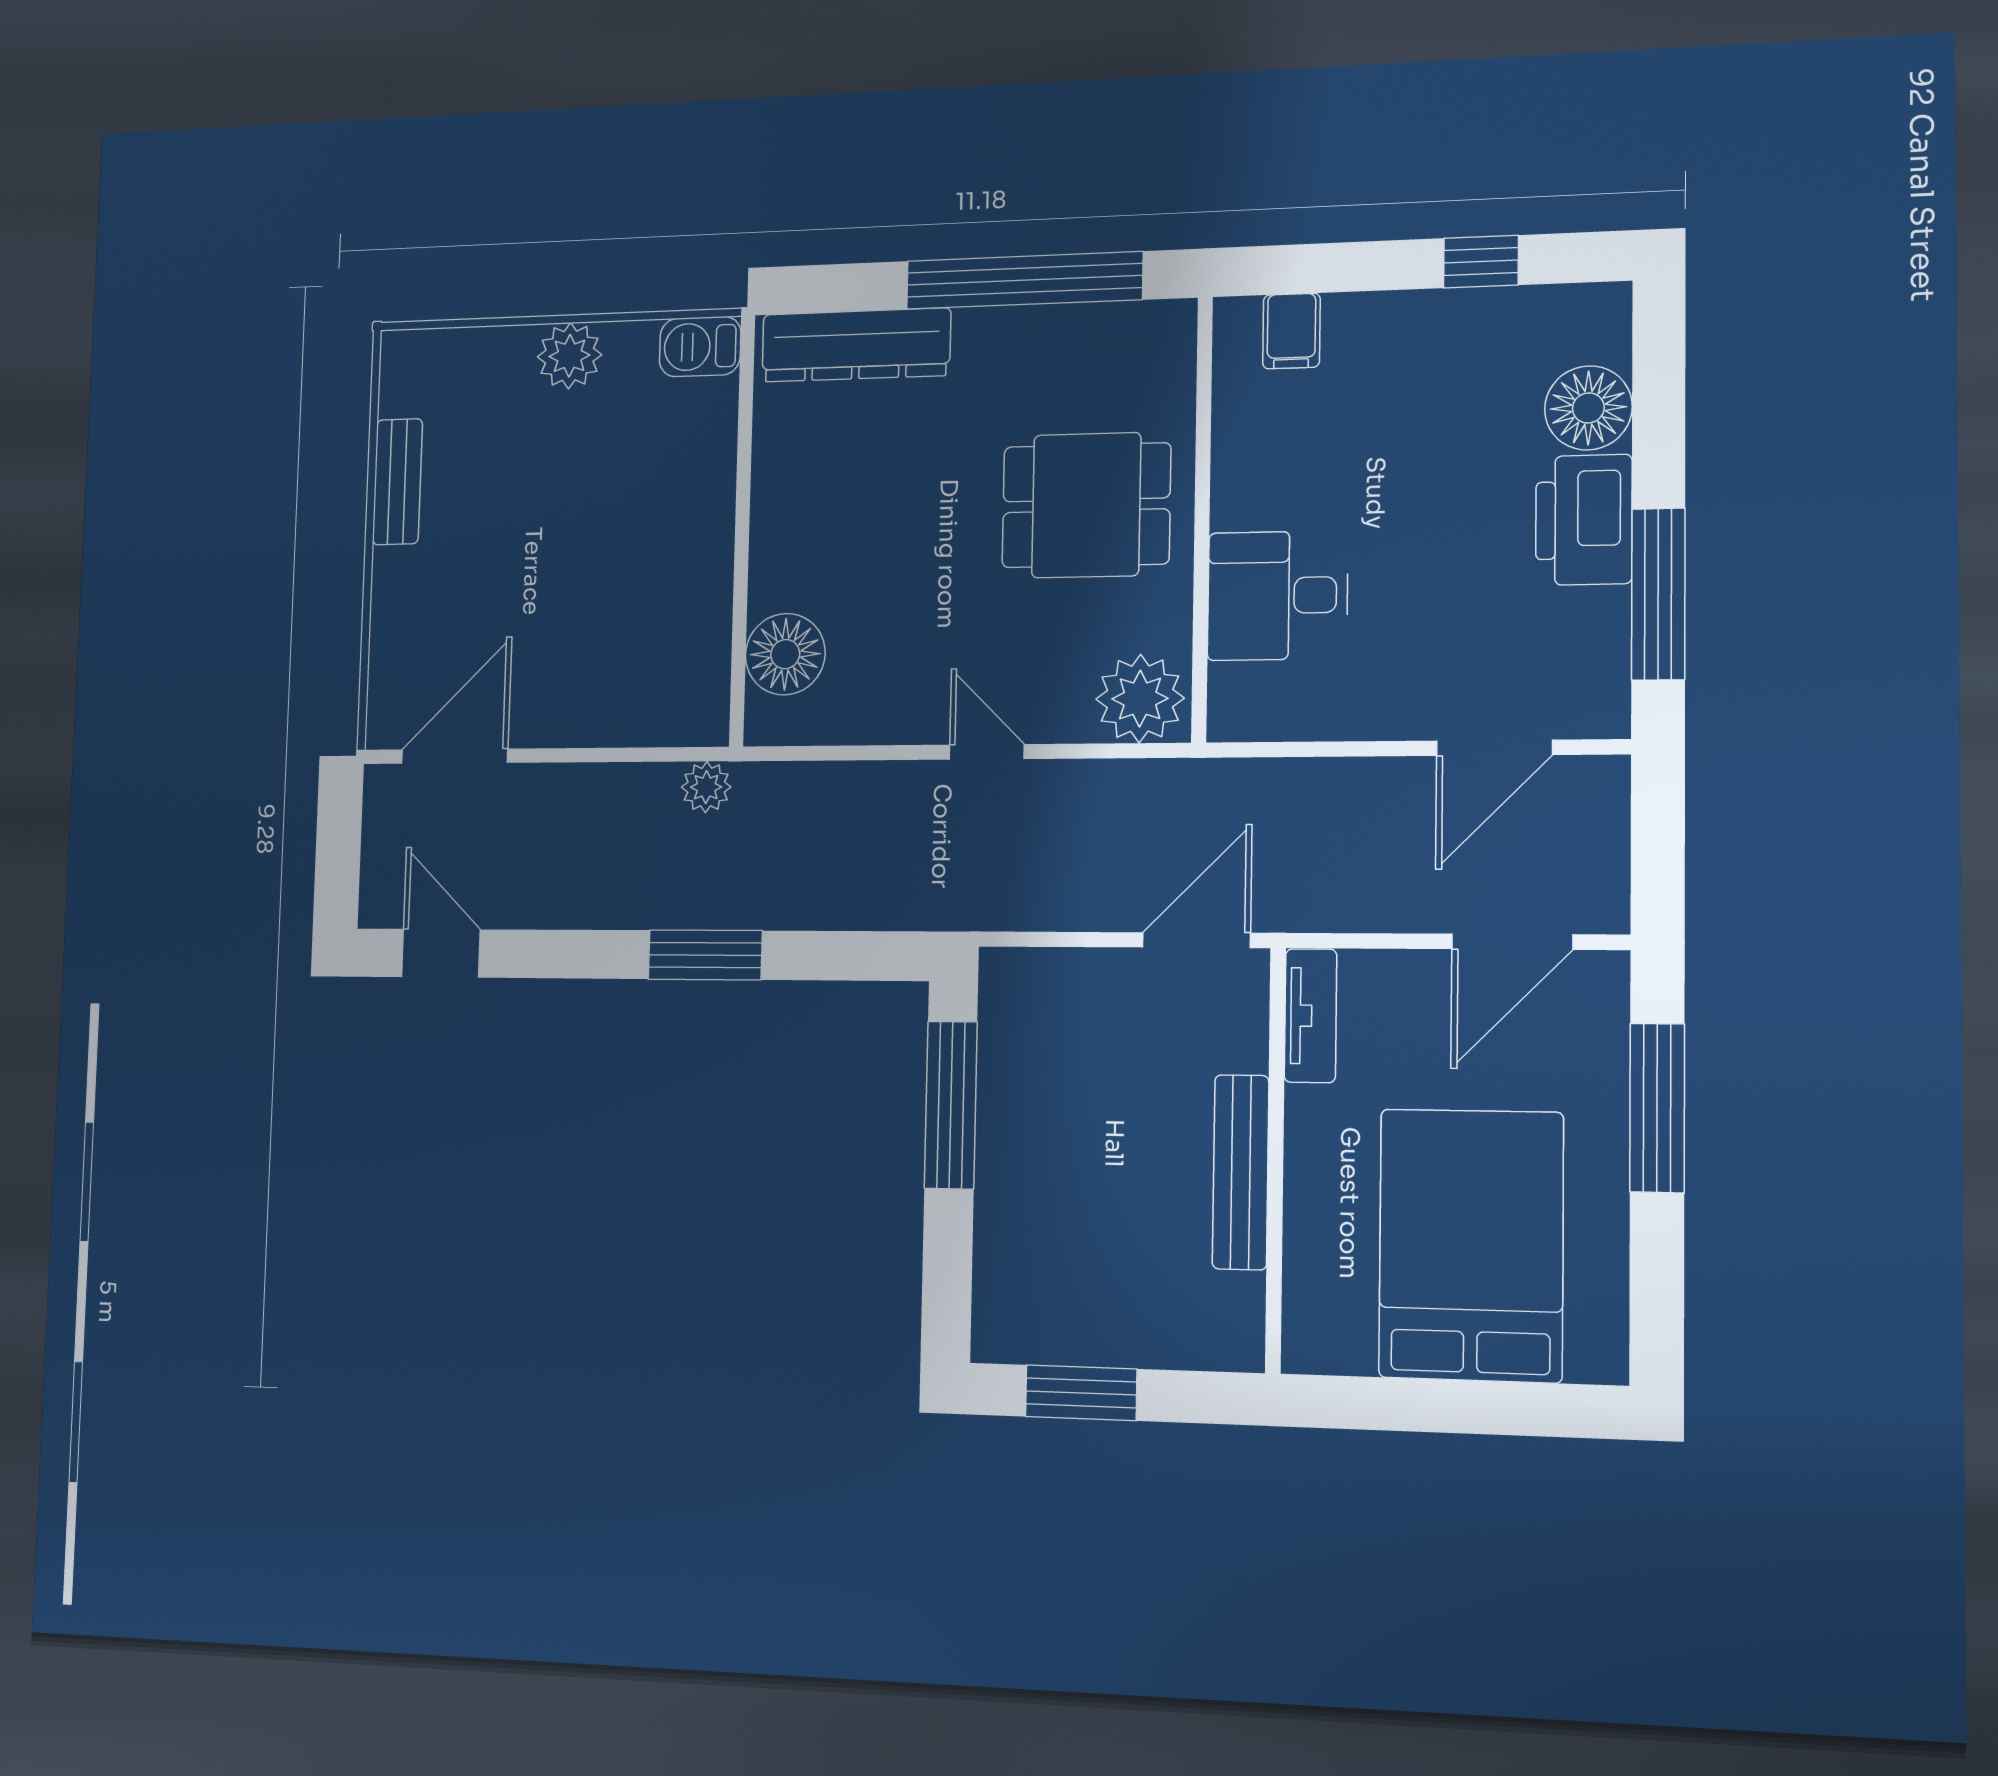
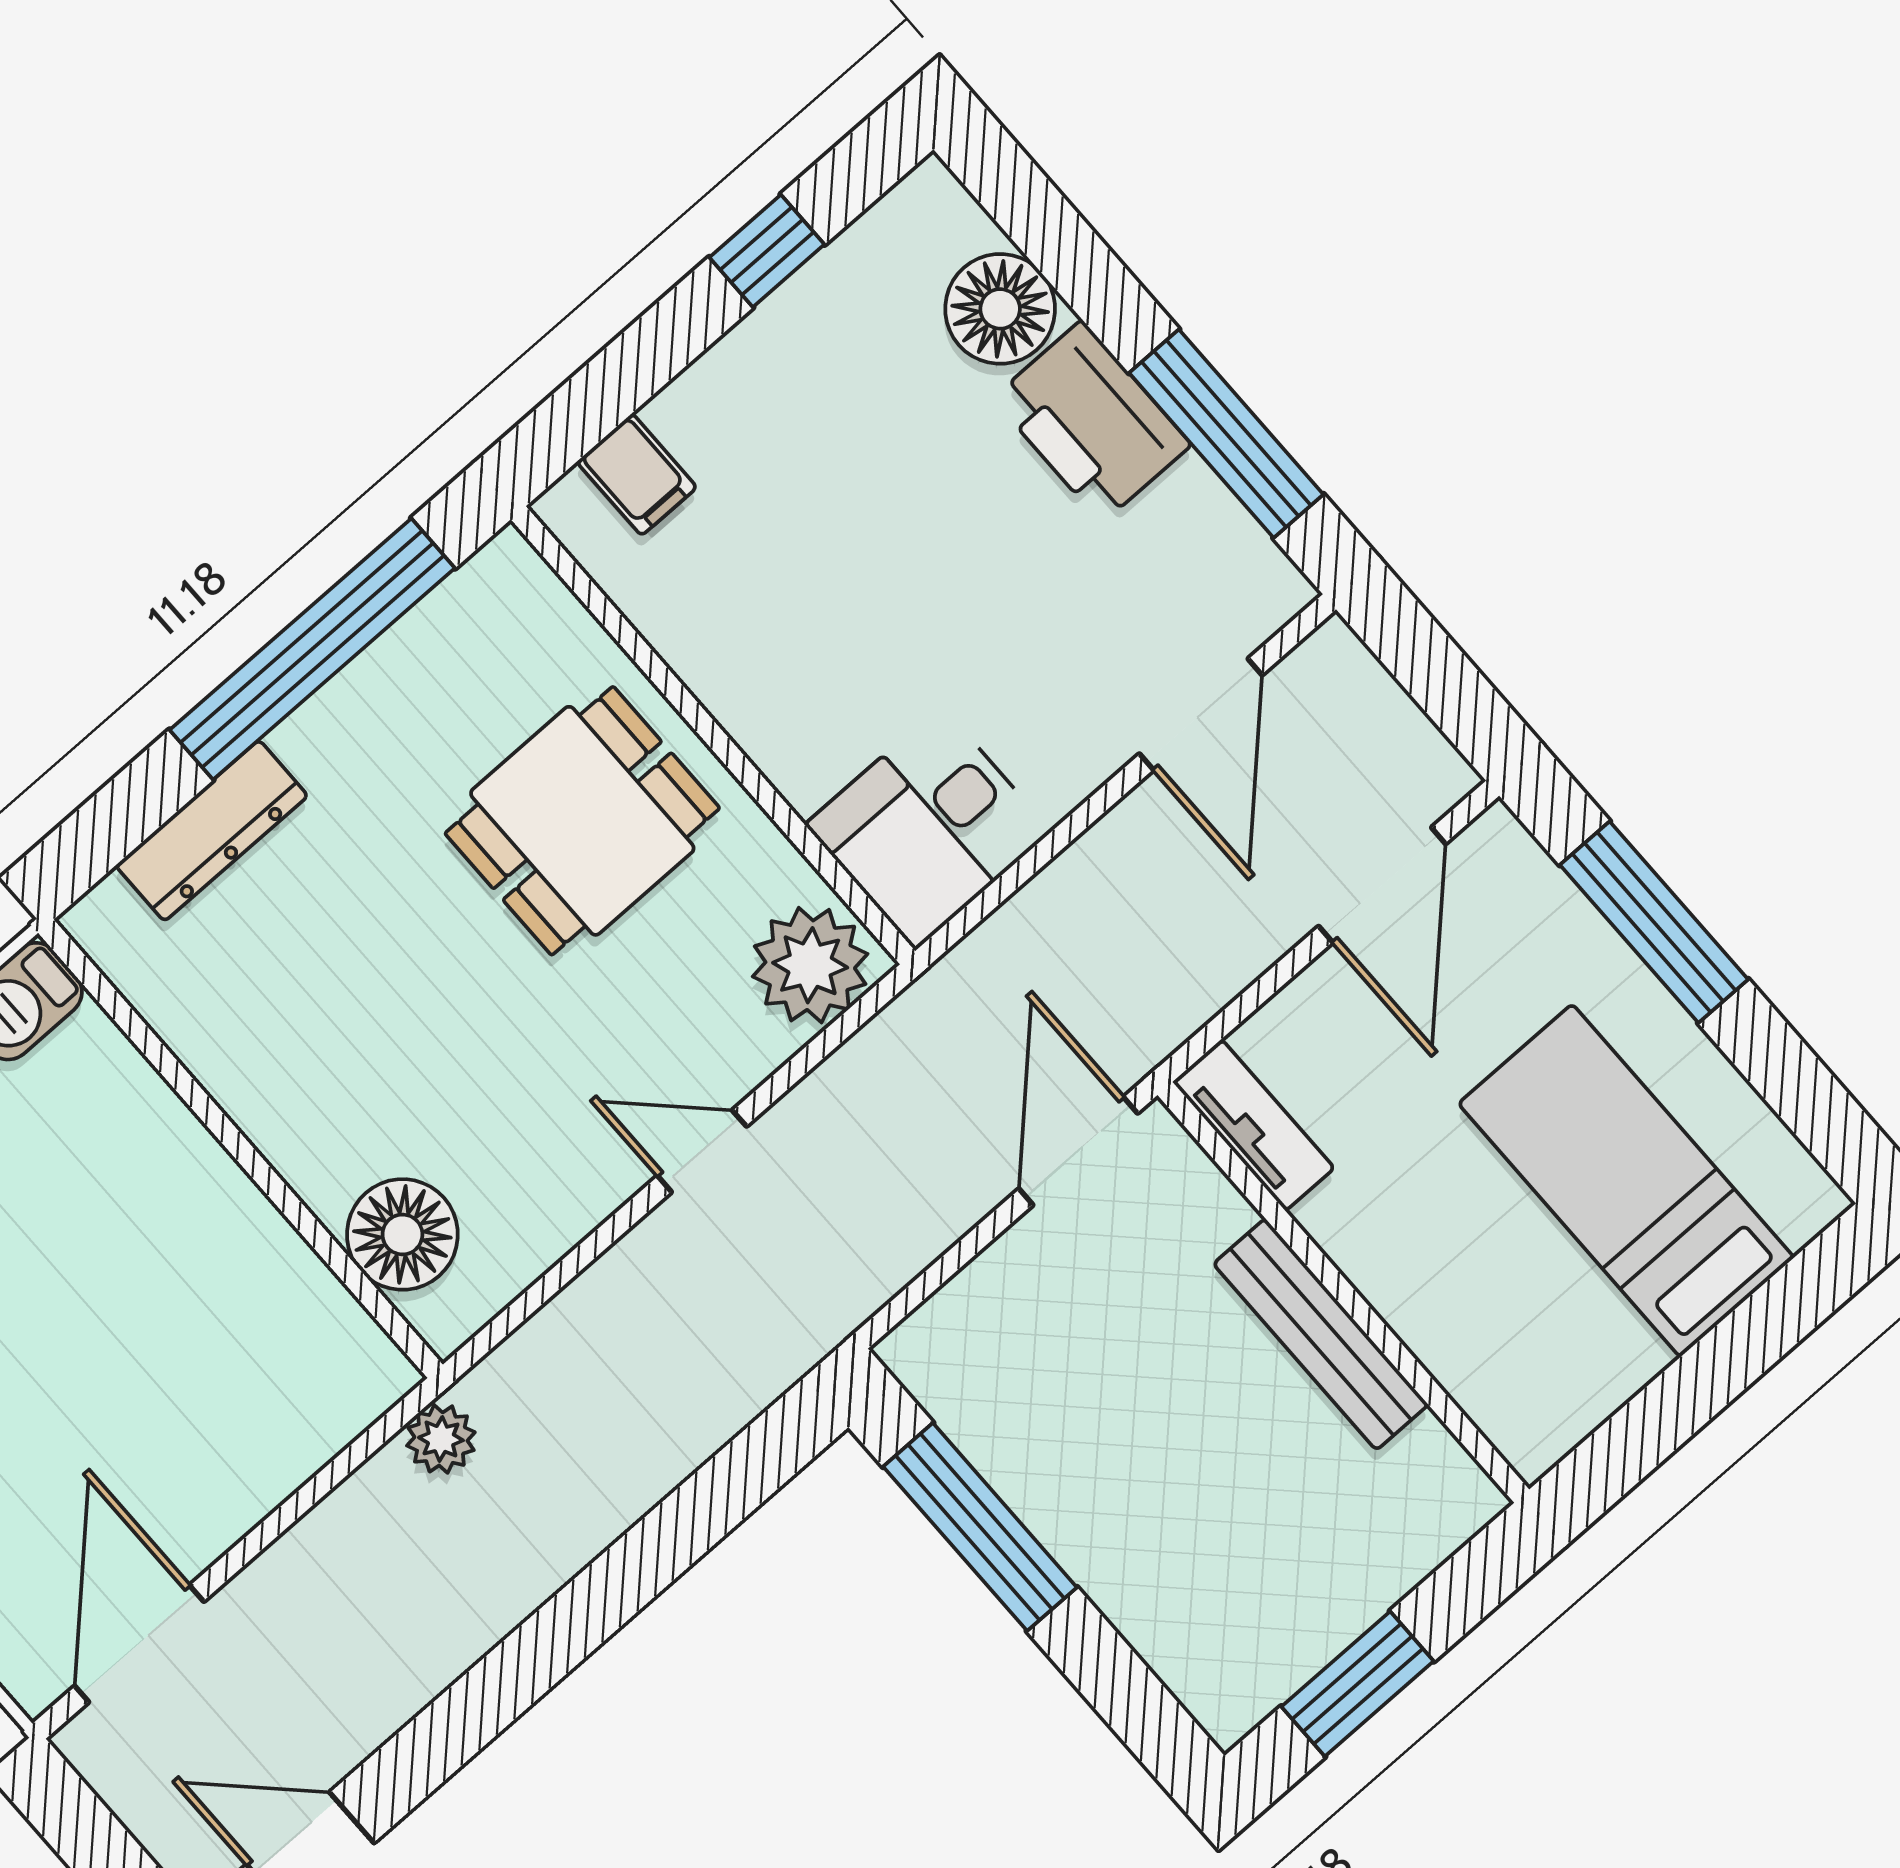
dresser: (856, 345) -> (212, 831), width x0.73, depth x0.80
desk: (1278, 596) -> (928, 828), moved
window: (705, 955) -> (594, 1606), removed
bed: (1471, 1245) -> (1626, 1181), width x0.67

